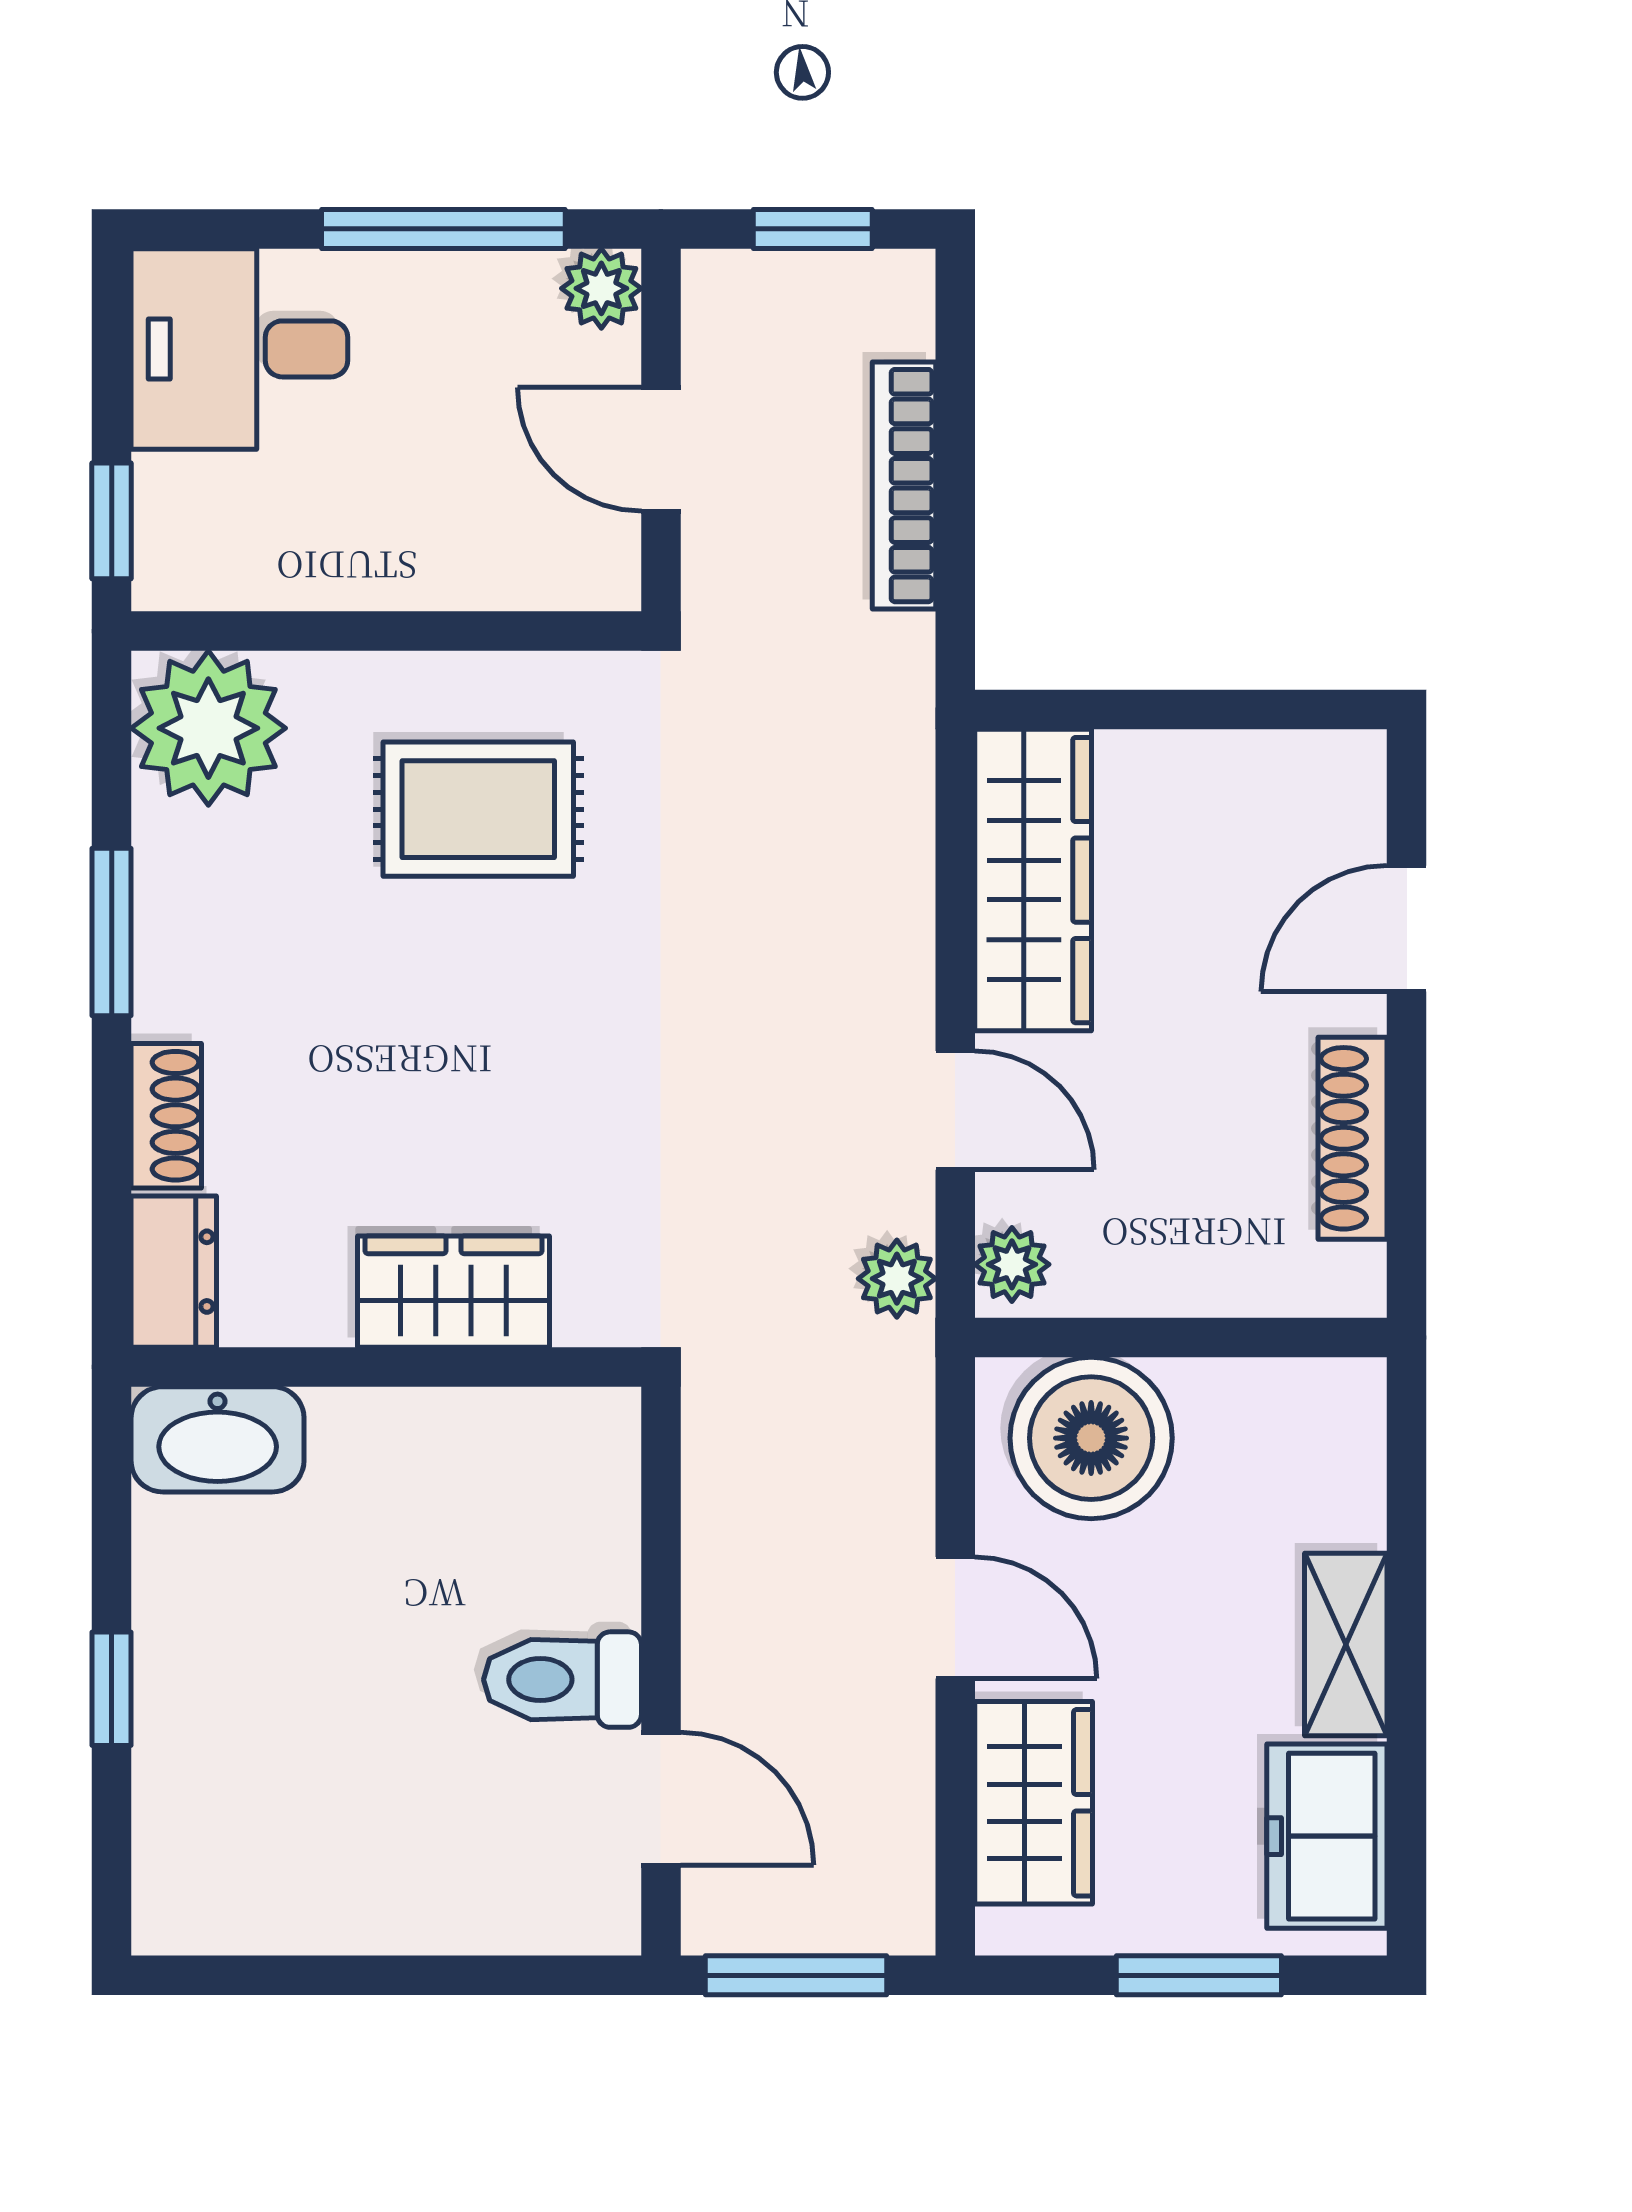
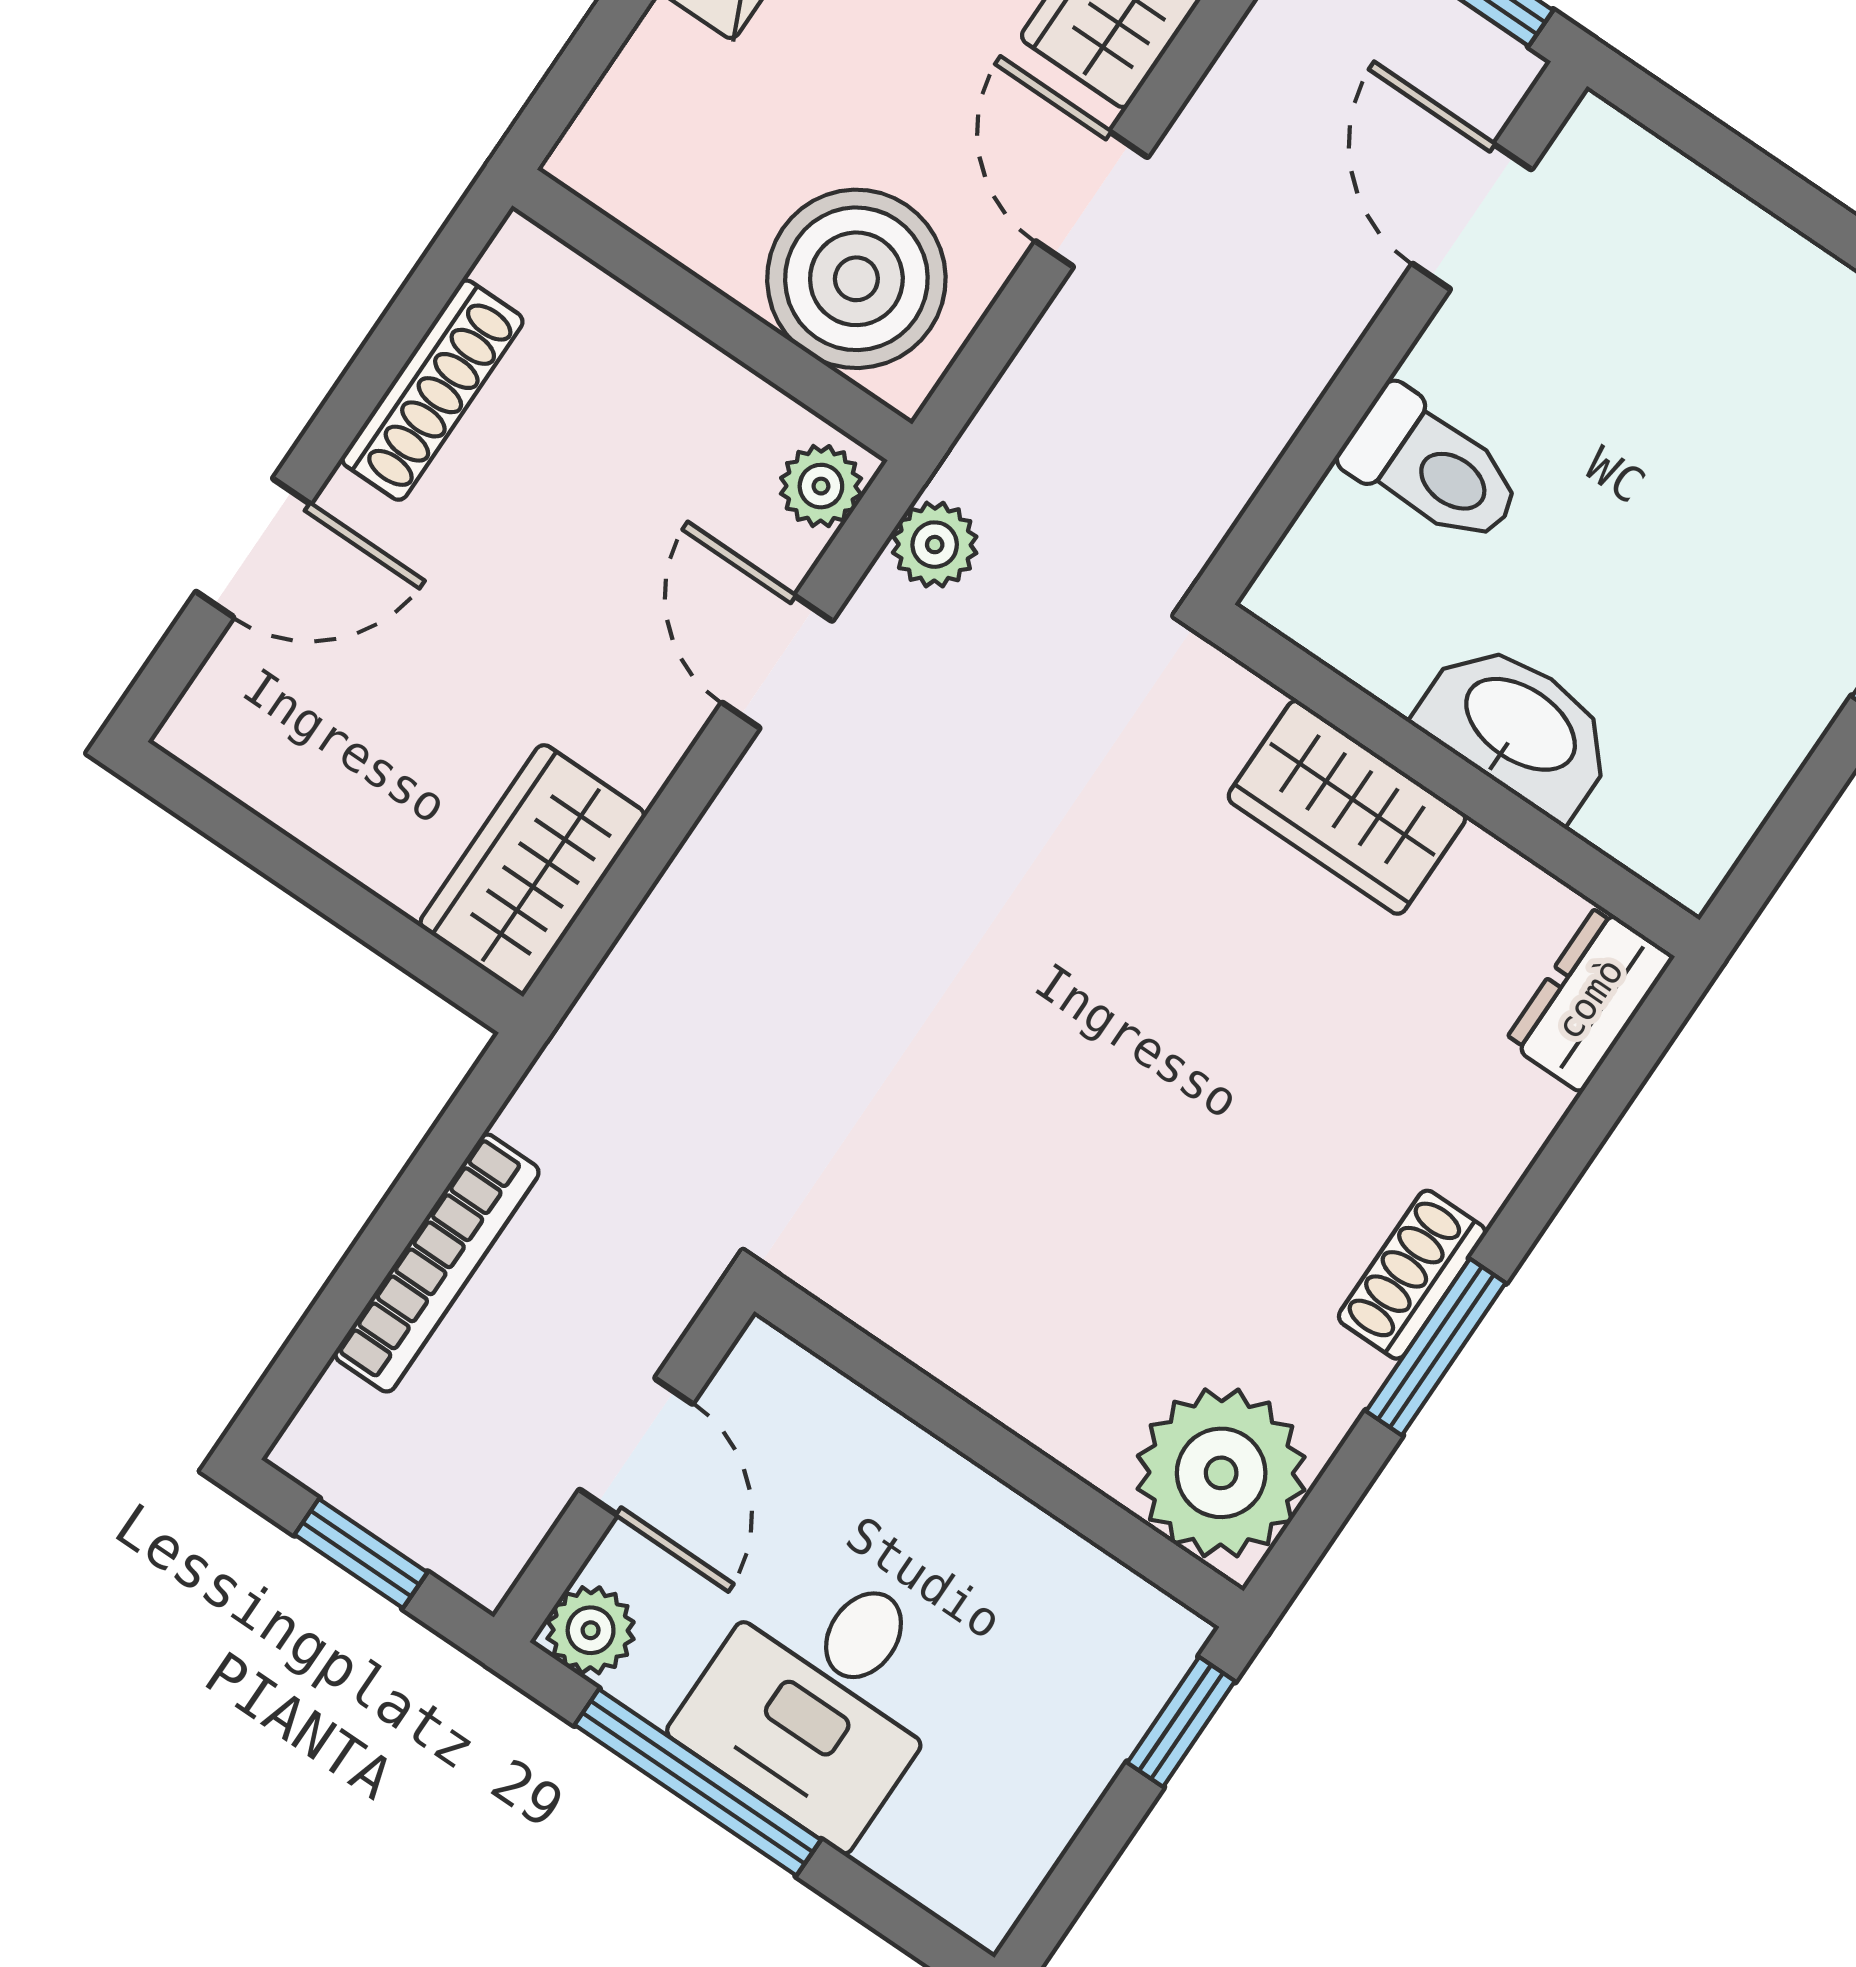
desk: (239, 349) -> (822, 1696), moved, turned 90
rug: (478, 809) -> (1025, 1232), removed
wardrobe: (1033, 880) -> (532, 869), width x0.67
shoe rack: (166, 1116) -> (1412, 1275), moved
washbasin: (218, 1439) -> (1519, 727), moved
toilet: (562, 1680) -> (1433, 467), moved

